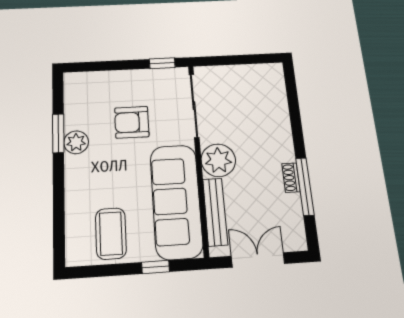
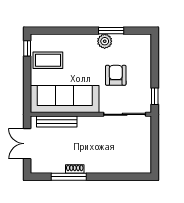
plant: (218, 160) -> (88, 126), removed
double door: (258, 260) -> (27, 144), swing flipped
window: (156, 267) -> (27, 48), moved

